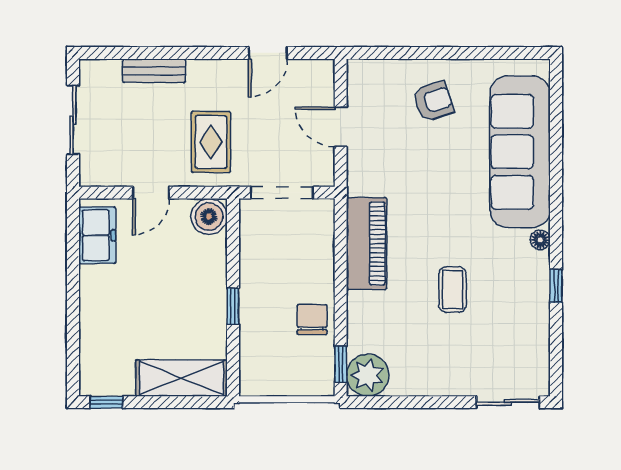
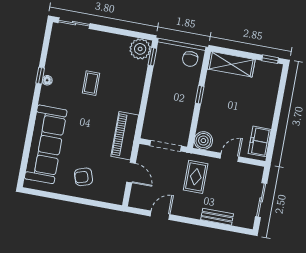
floor lamp: (540, 240) -> (47, 80), moved
piano: (367, 243) -> (125, 136), moved
chair: (312, 320) -> (190, 59), moved

